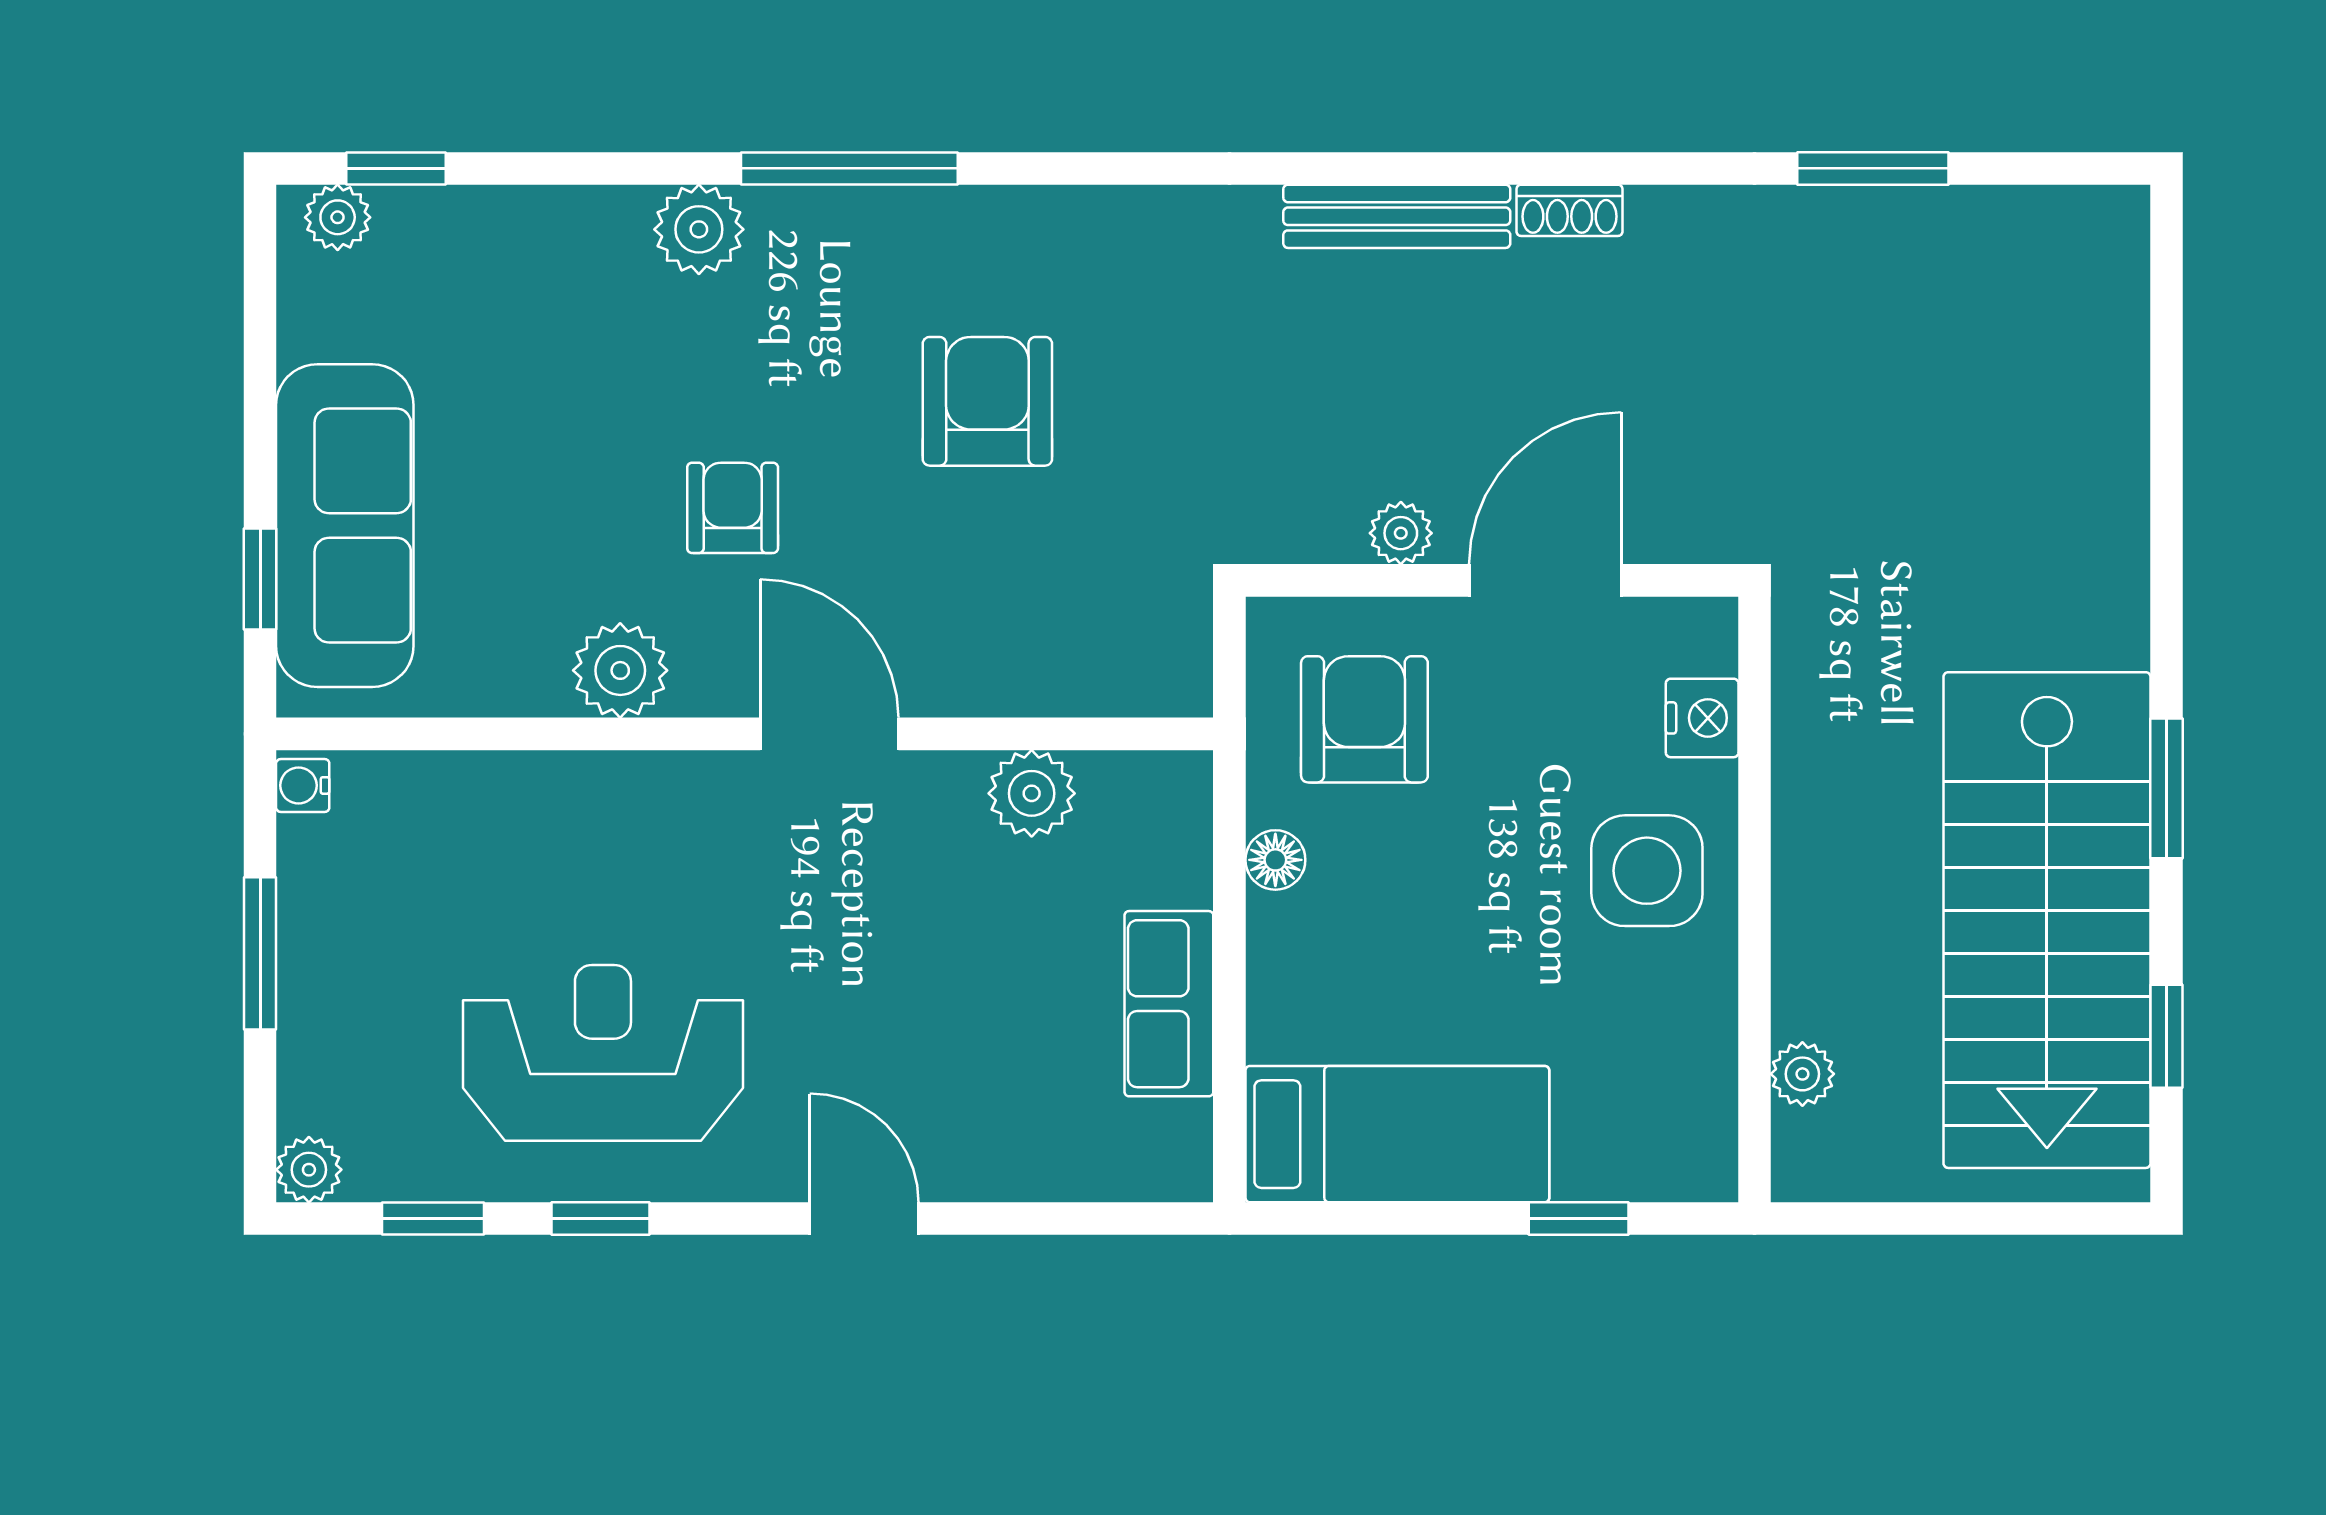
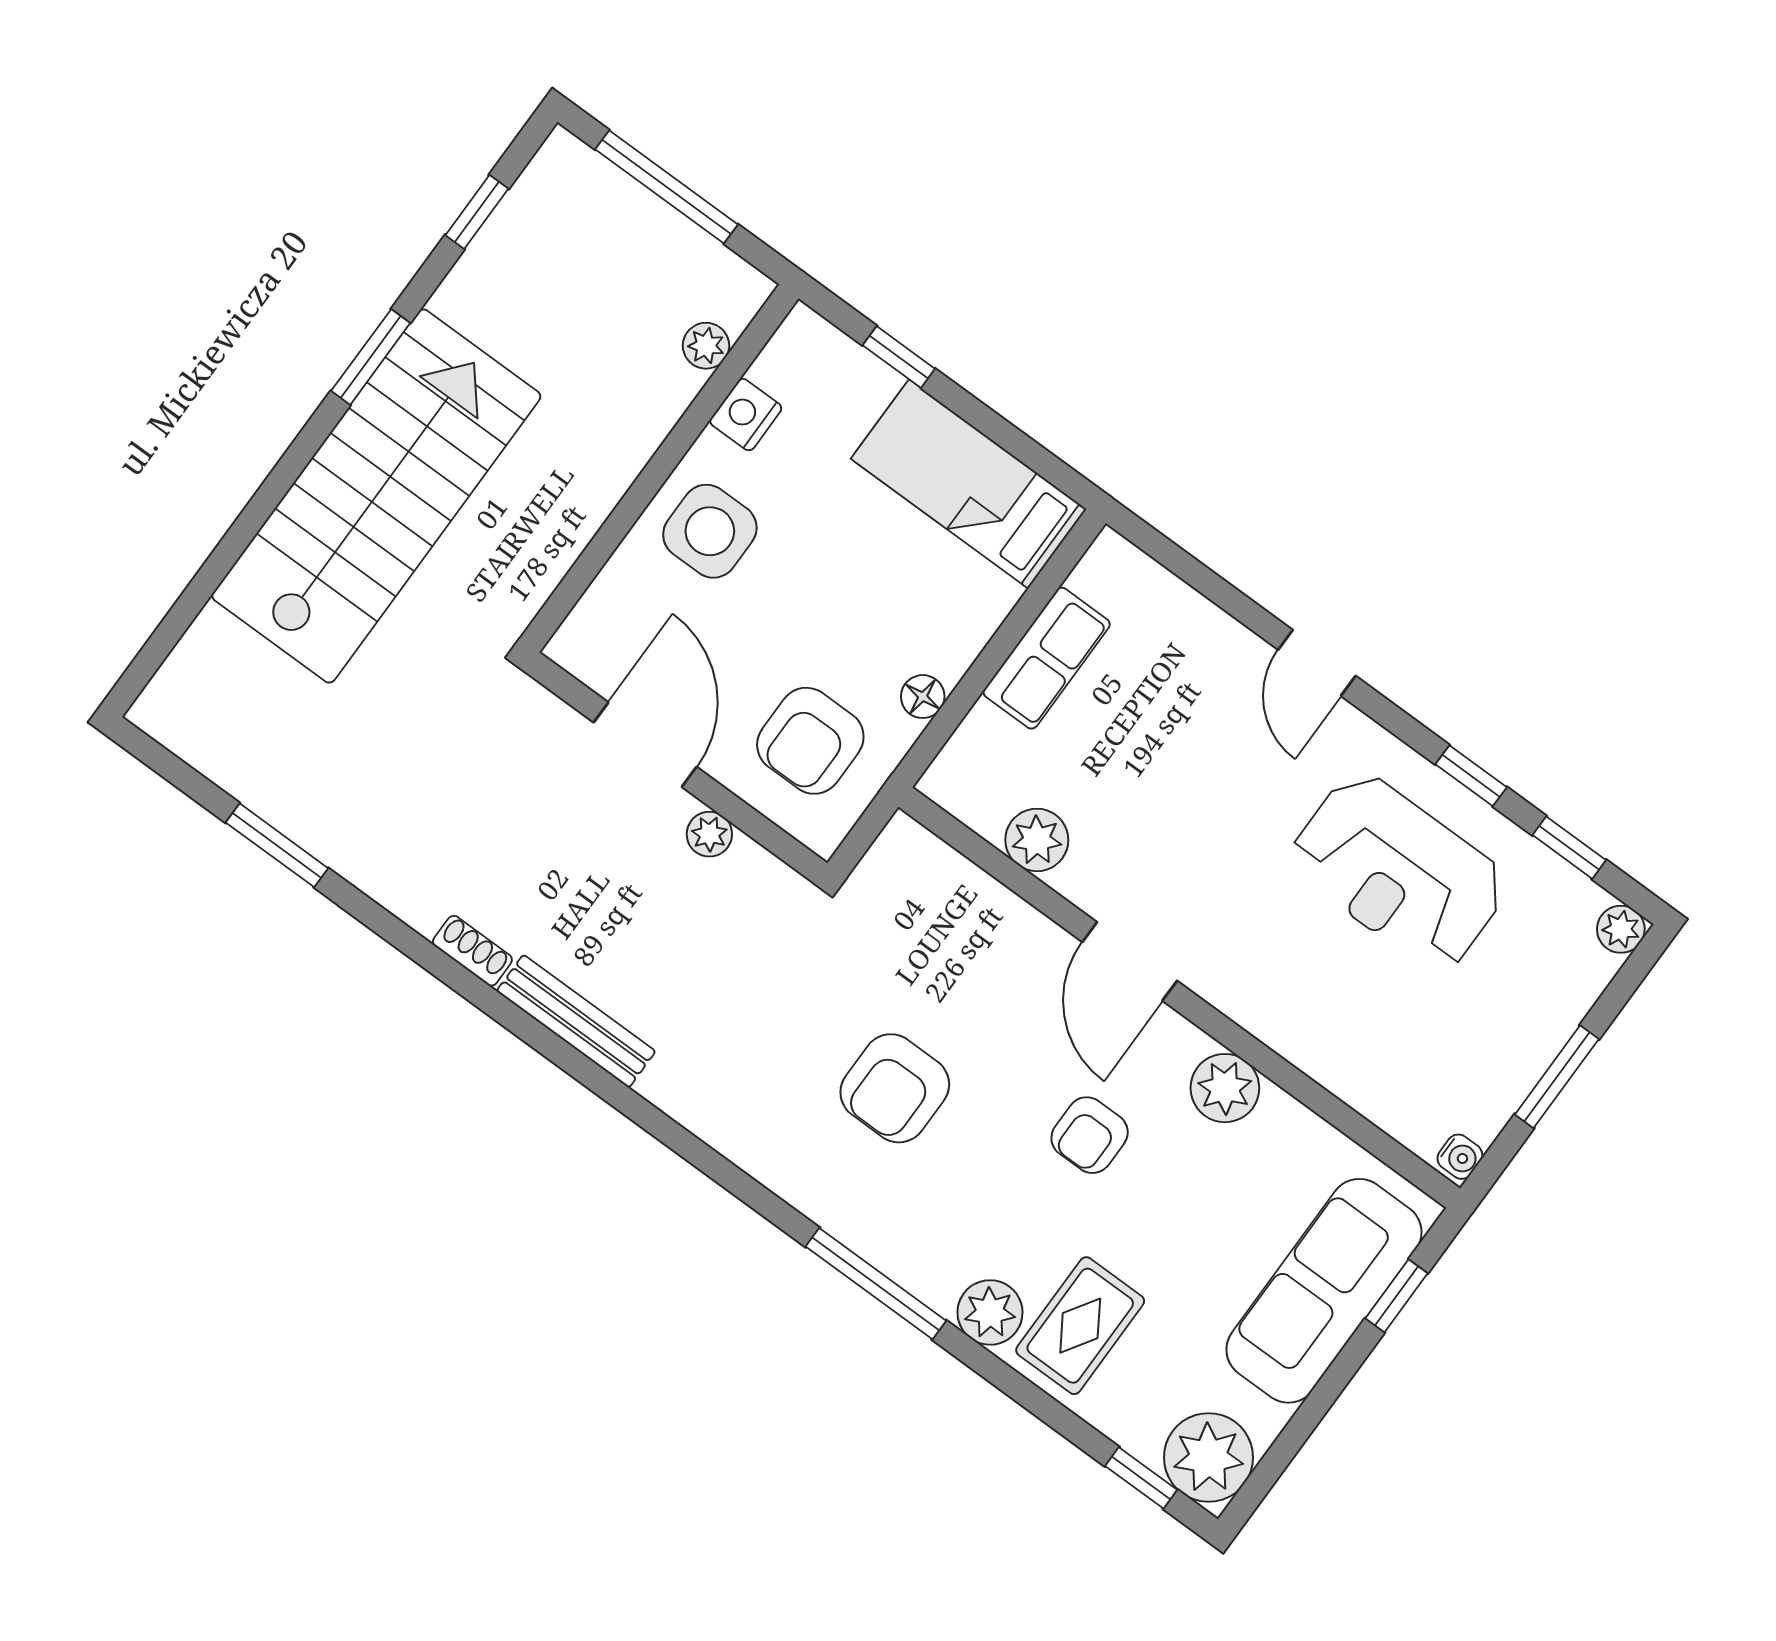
plant: (338, 217) -> (1208, 1457), width x1.87, depth x1.87
rug: (588, 288) -> (1080, 1326), added
door: (1545, 580) -> (645, 745), swing flipped
nightstand: (1702, 718) -> (746, 415), moved
stairs: (2047, 920) -> (376, 496), moved
window: (1976, 1219) -> (667, 187), added

